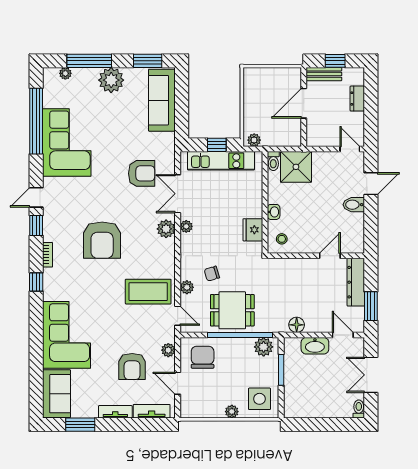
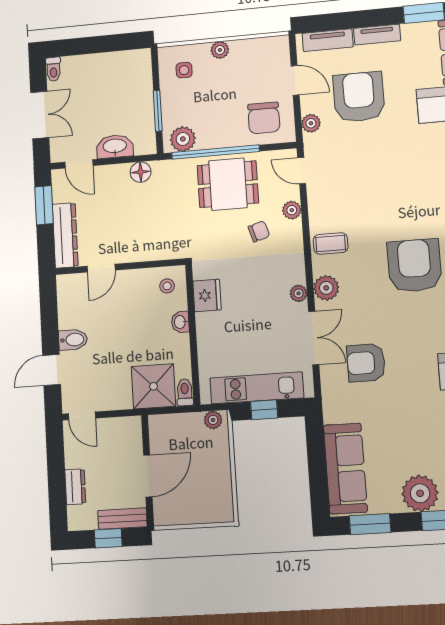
coffee table: (148, 292) -> (331, 243), moved, width x0.54, depth x0.58
armchair: (132, 367) -> (359, 97), width x1.36, depth x1.36
side table: (259, 399) -> (184, 70), width x0.54, depth x0.54

